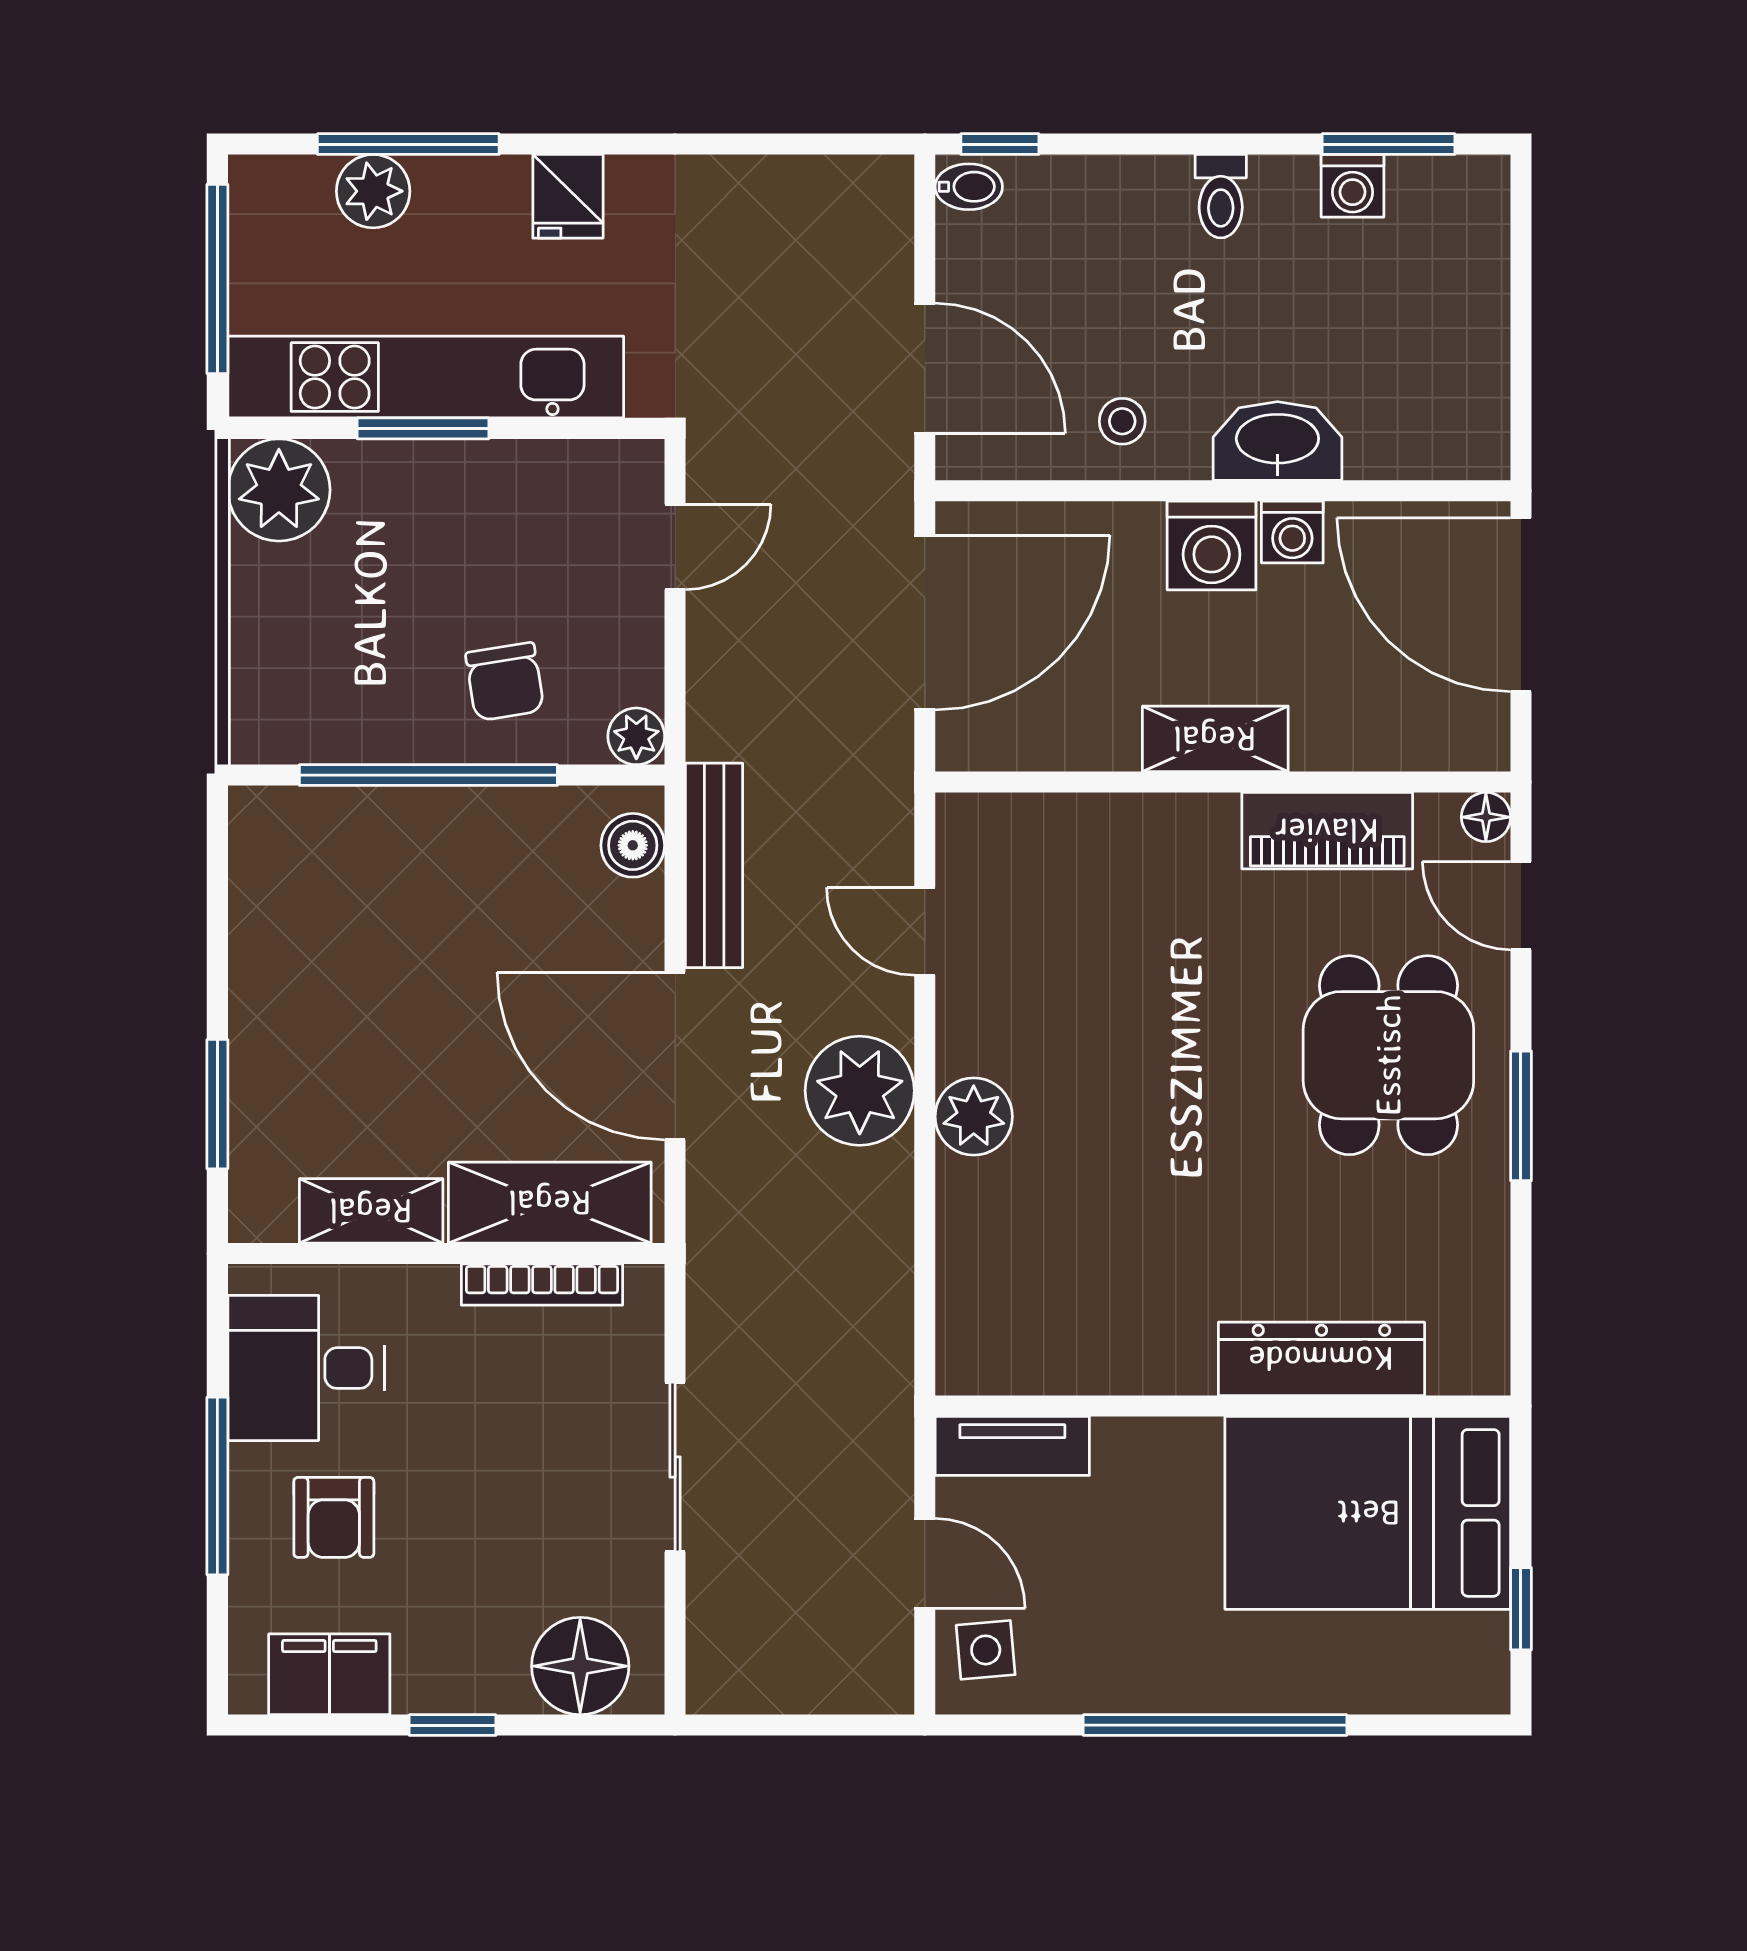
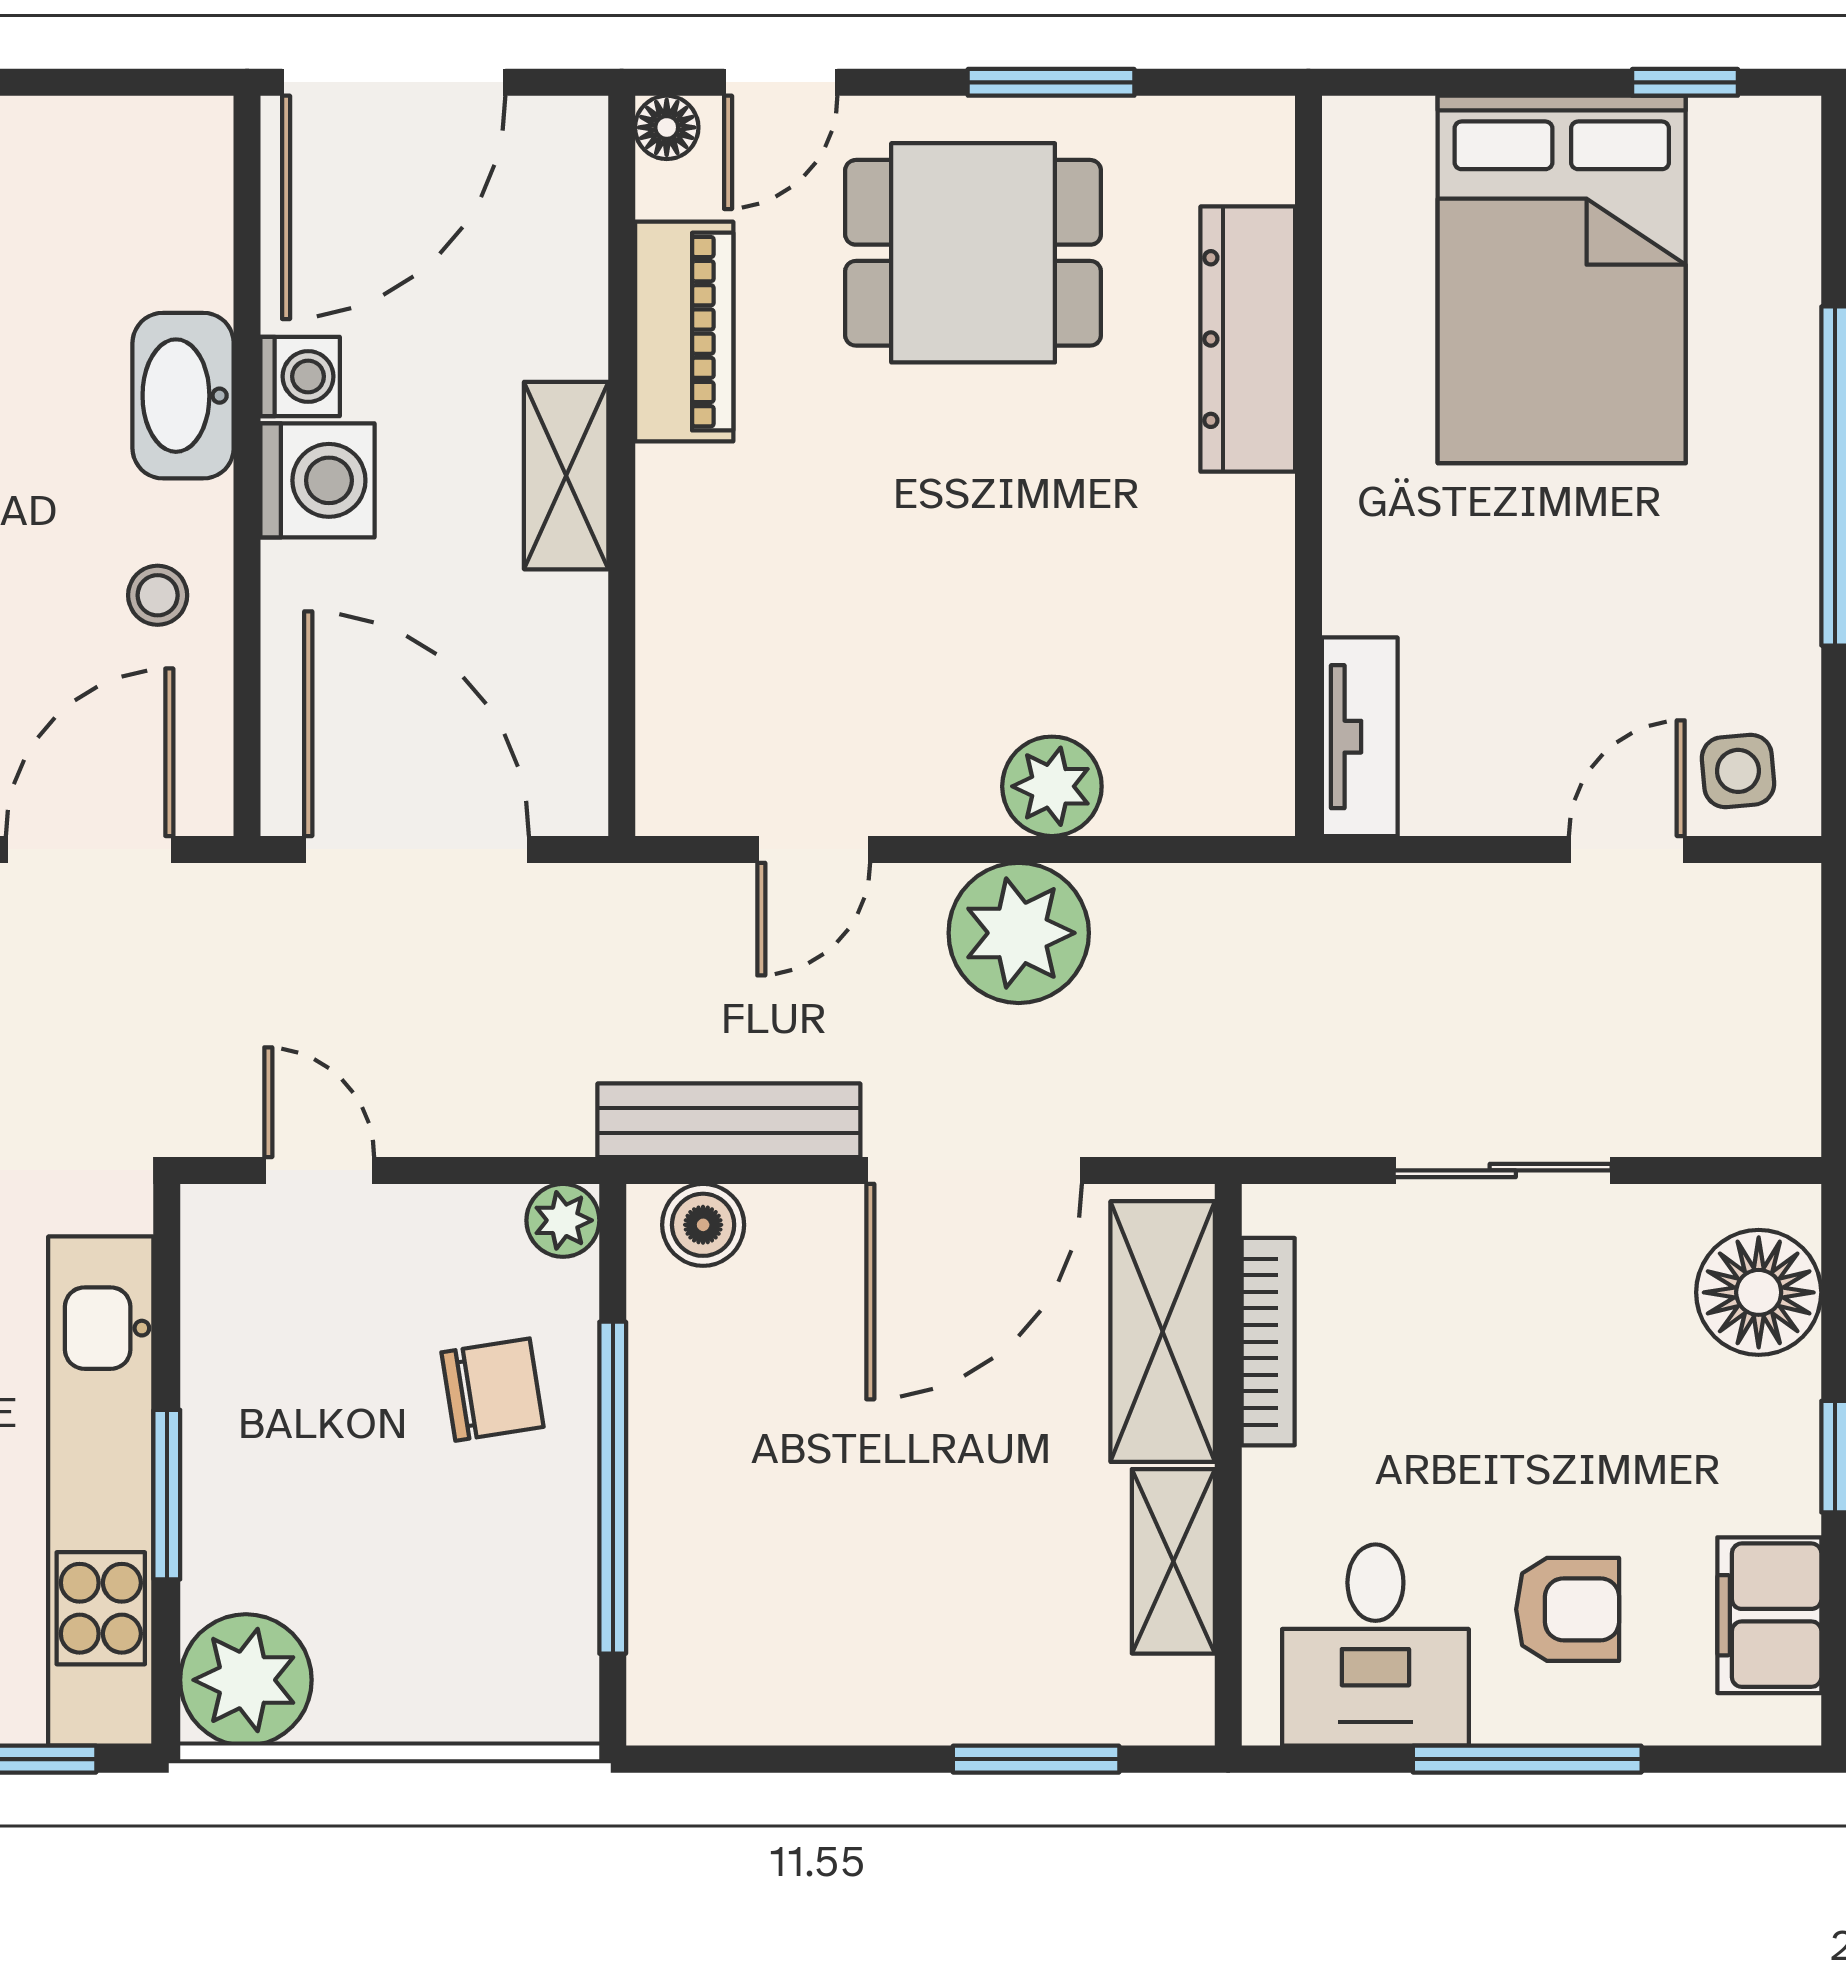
dresser: (1321, 1359) -> (1248, 339), moved
wall: (1223, 1406) -> (1308, 466), moved
tv unit: (1012, 1446) -> (1360, 737), moved

